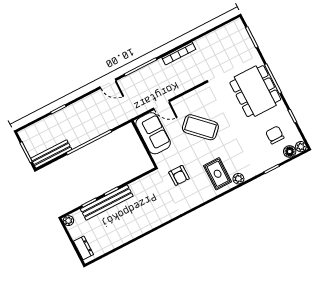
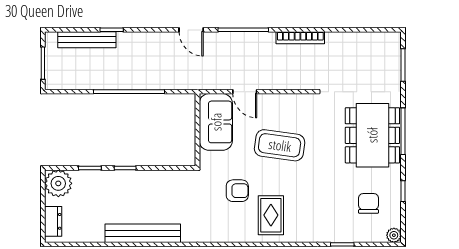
coffee table: (200, 127) -> (280, 145), turned -36
floor lamp: (290, 152) -> (376, 234), removed
bench: (51, 154) -> (87, 40), moved
armchair: (179, 175) -> (237, 191), moved, turned -90
plant: (238, 179) -> (294, 235), removed
bench: (107, 202) -> (143, 233), moved
plant: (68, 221) -> (58, 183), width x1.88, depth x1.88

